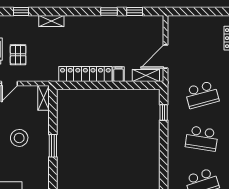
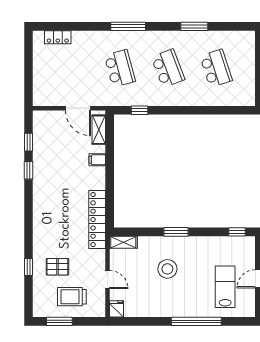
shelving: (51, 21) -> (39, 233), removed
pallet: (18, 55) -> (57, 267), moved
locker: (85, 74) -> (97, 220), moved
school desk: (202, 138) -> (168, 68), turned -30

